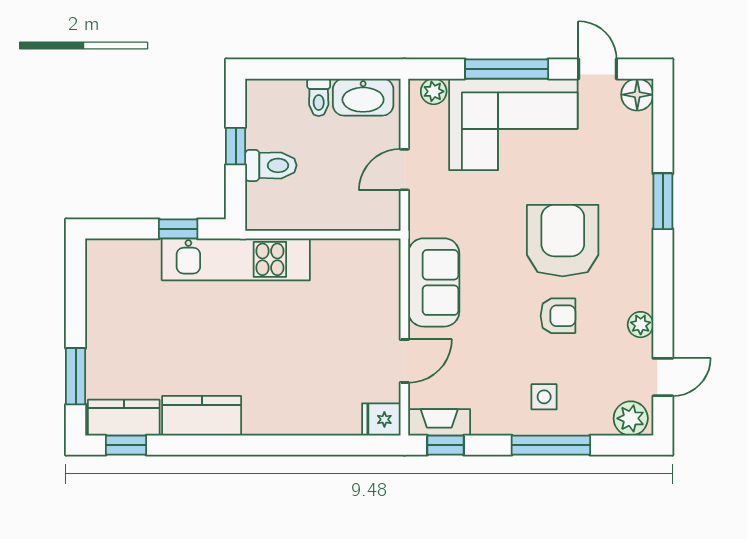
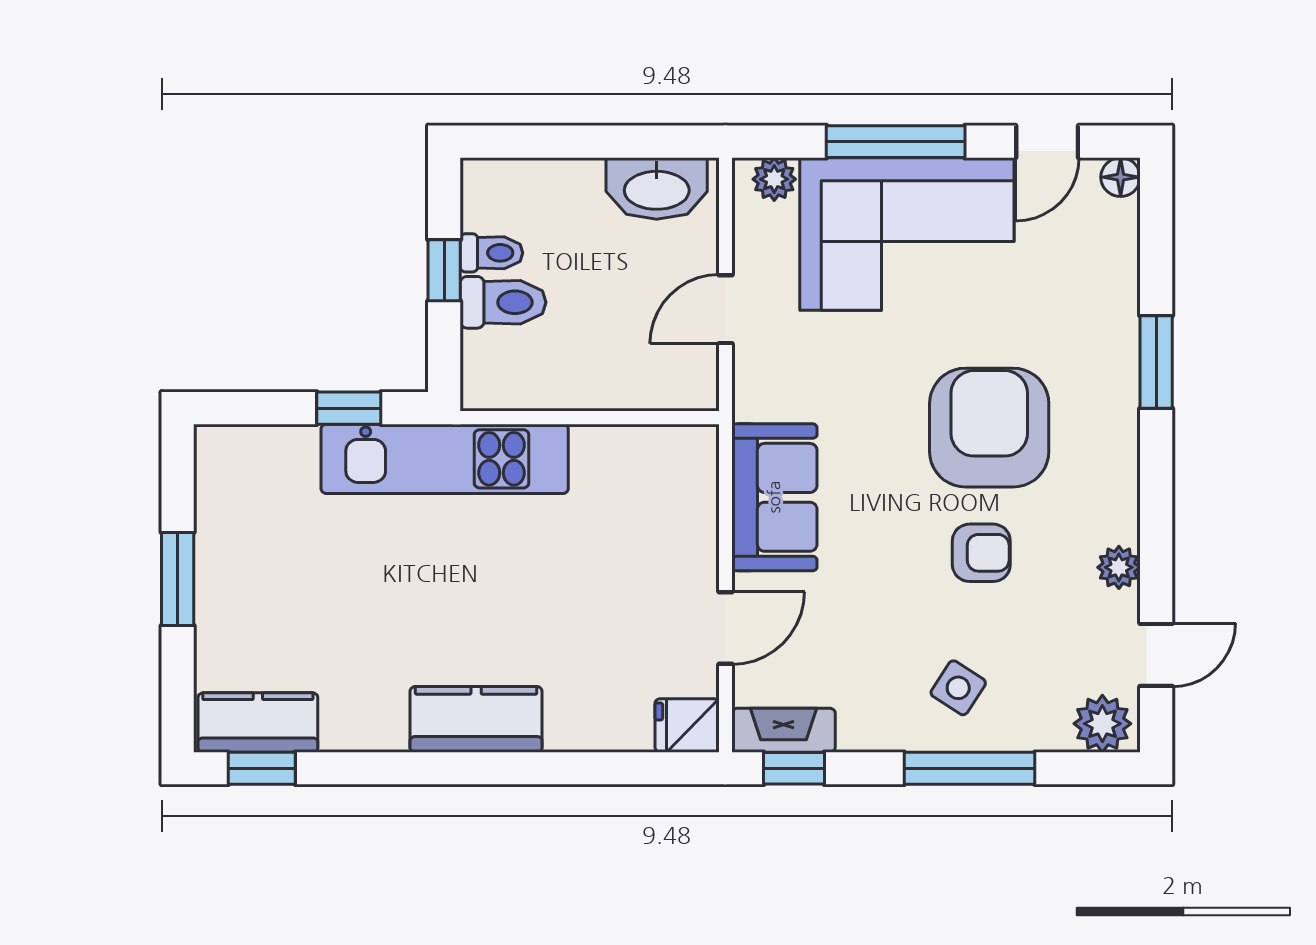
door: (598, 69) -> (1047, 142), swing flipped
floor lamp: (637, 95) -> (1121, 177), width x0.73, depth x0.73
toilet: (319, 97) -> (491, 253), moved, turned -90
window: (76, 376) -> (178, 579), moved
side table: (544, 397) -> (958, 688), turned 33
kitchen counter: (202, 416) -> (476, 719), moved

